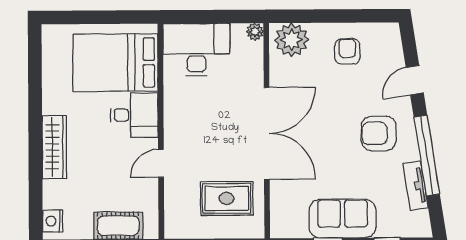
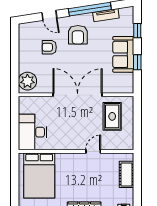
plant: (255, 32) -> (23, 101), removed
armchair: (347, 51) -> (49, 47), moved
desk: (134, 115) -> (67, 166), removed
door: (161, 163) -> (93, 151), swing flipped

